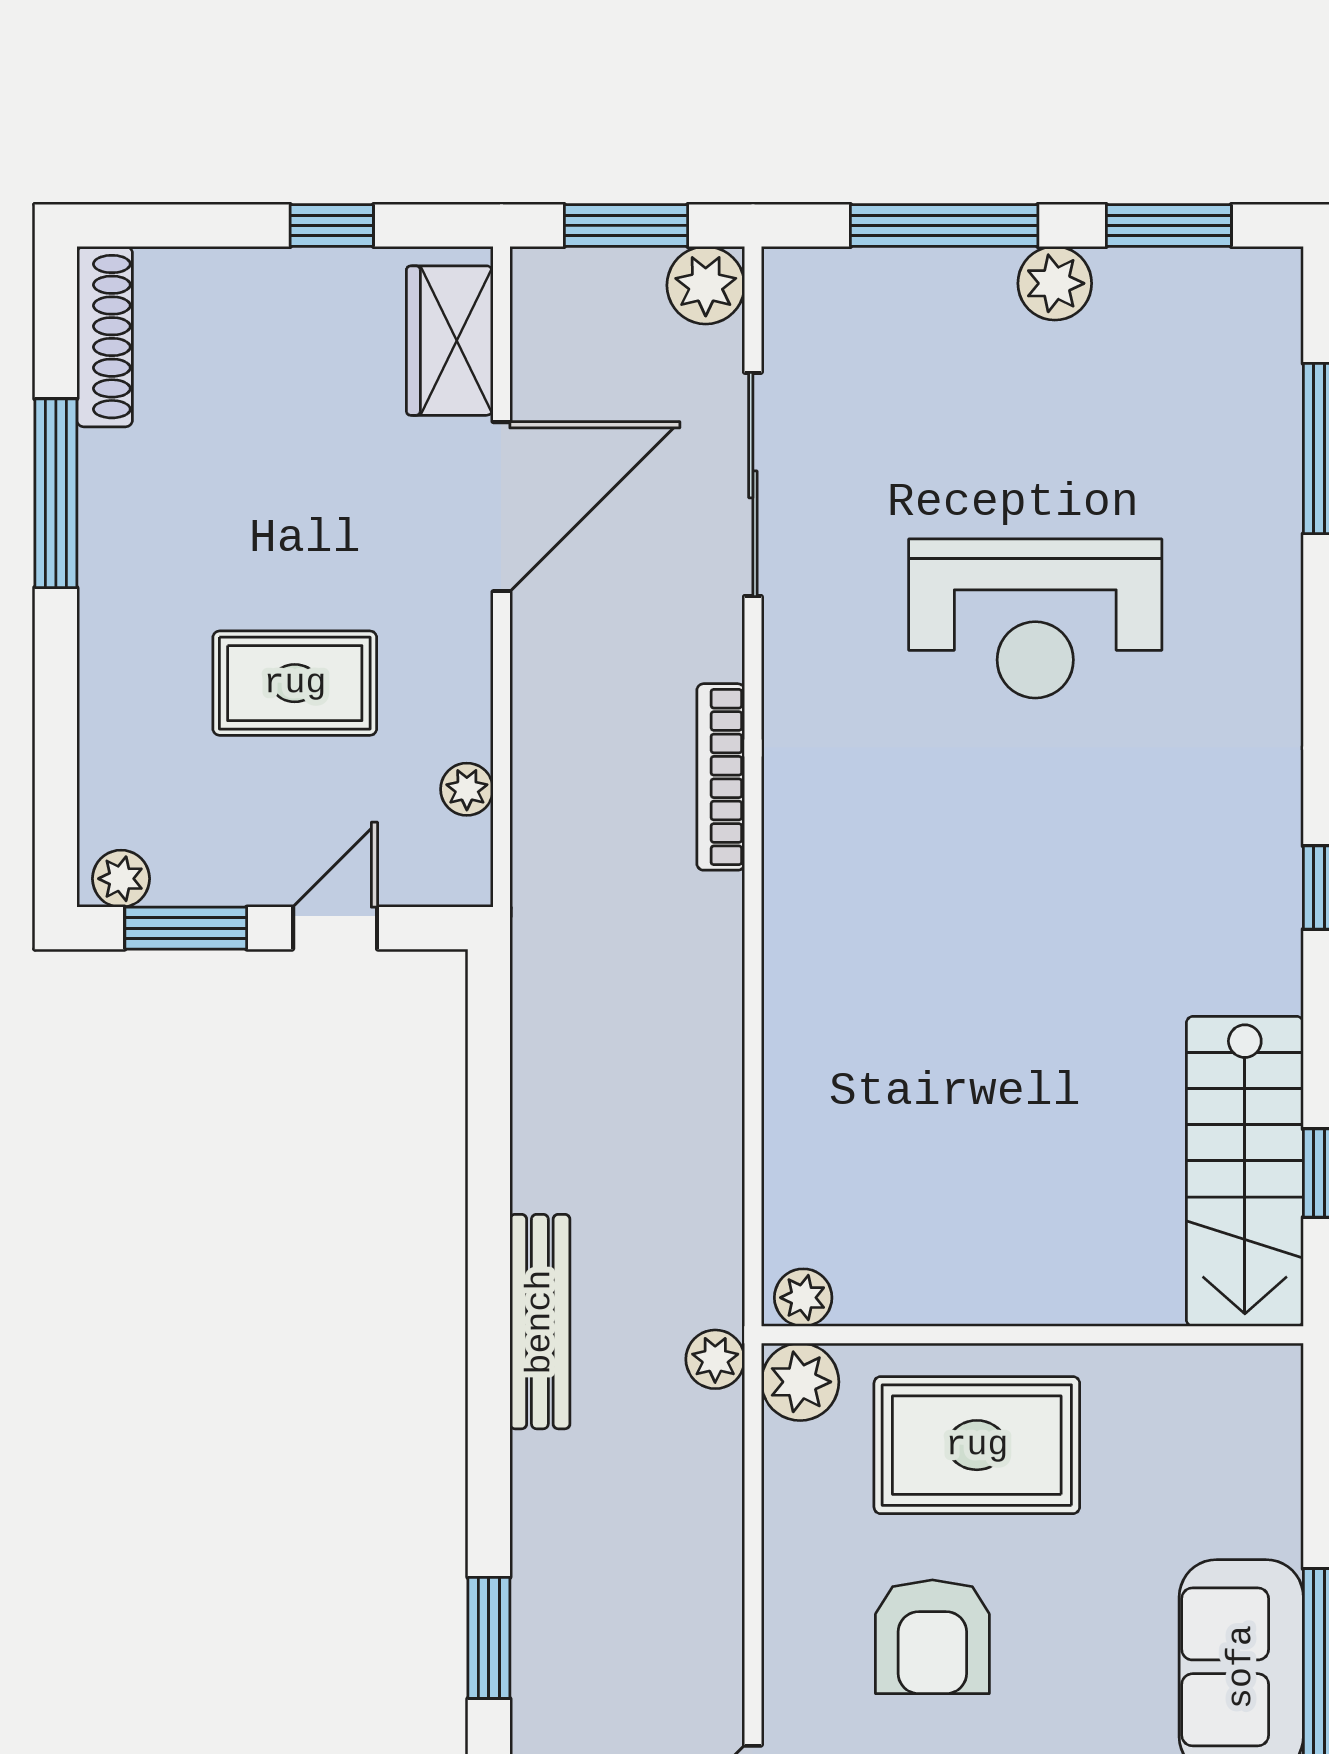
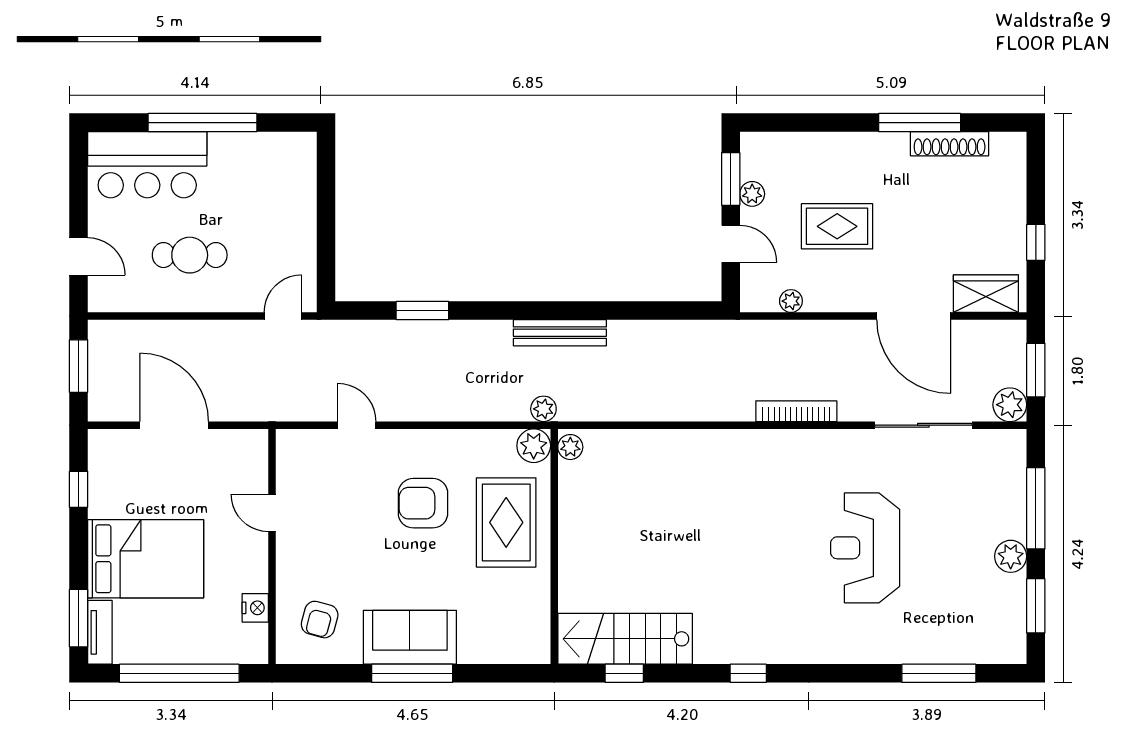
shoe rack: (105, 337) -> (950, 144), moved
rug: (295, 683) -> (837, 226), turned 90
plant: (121, 879) -> (752, 194), moved

